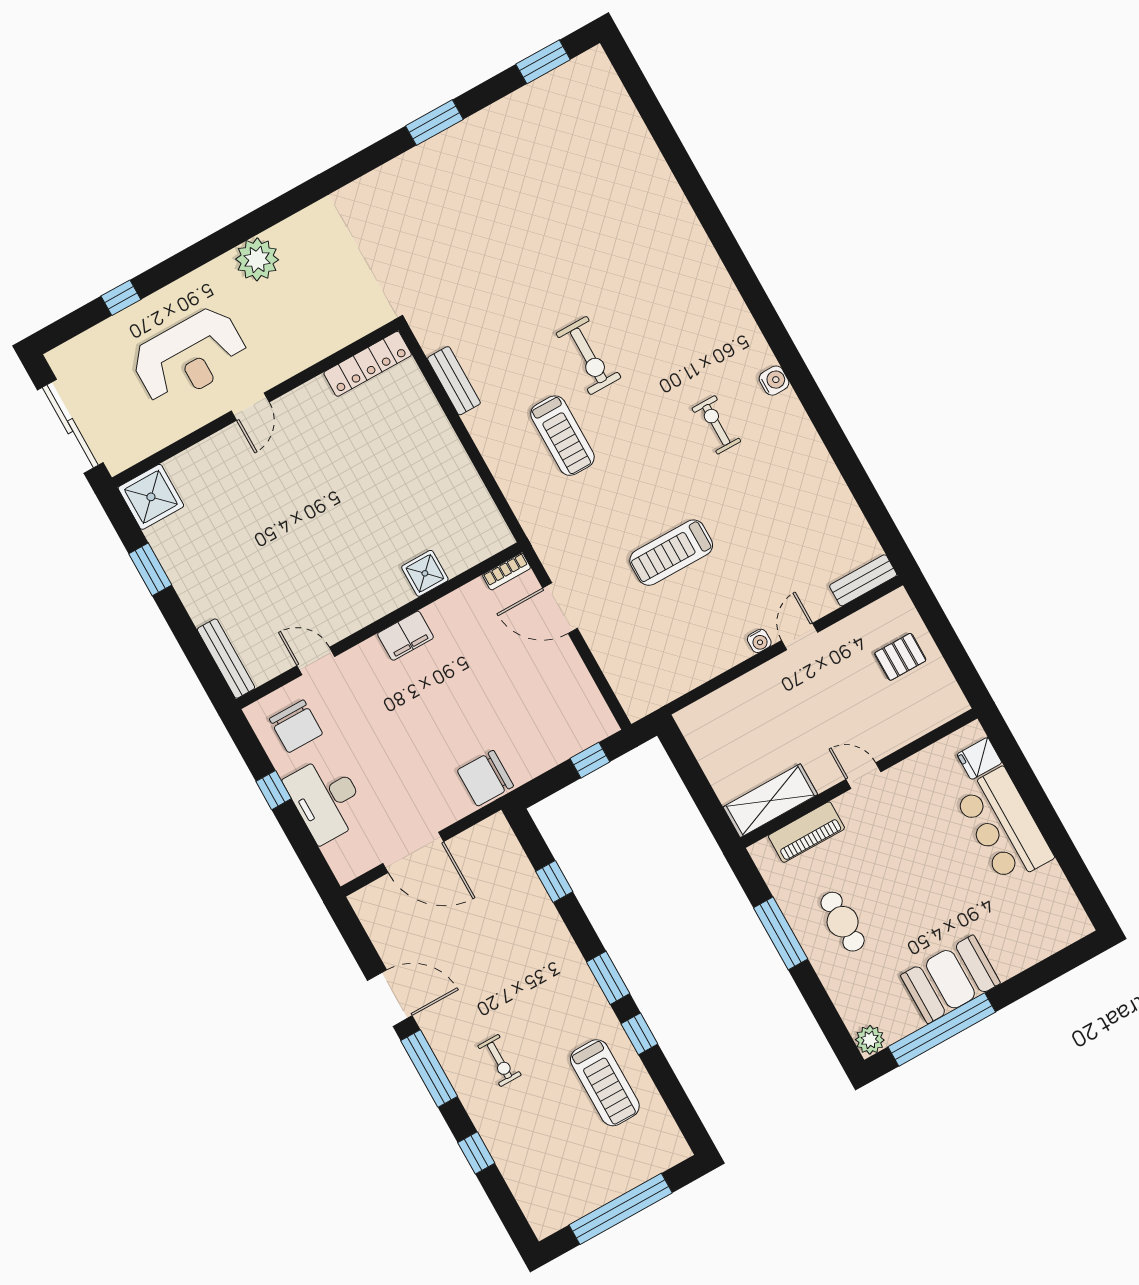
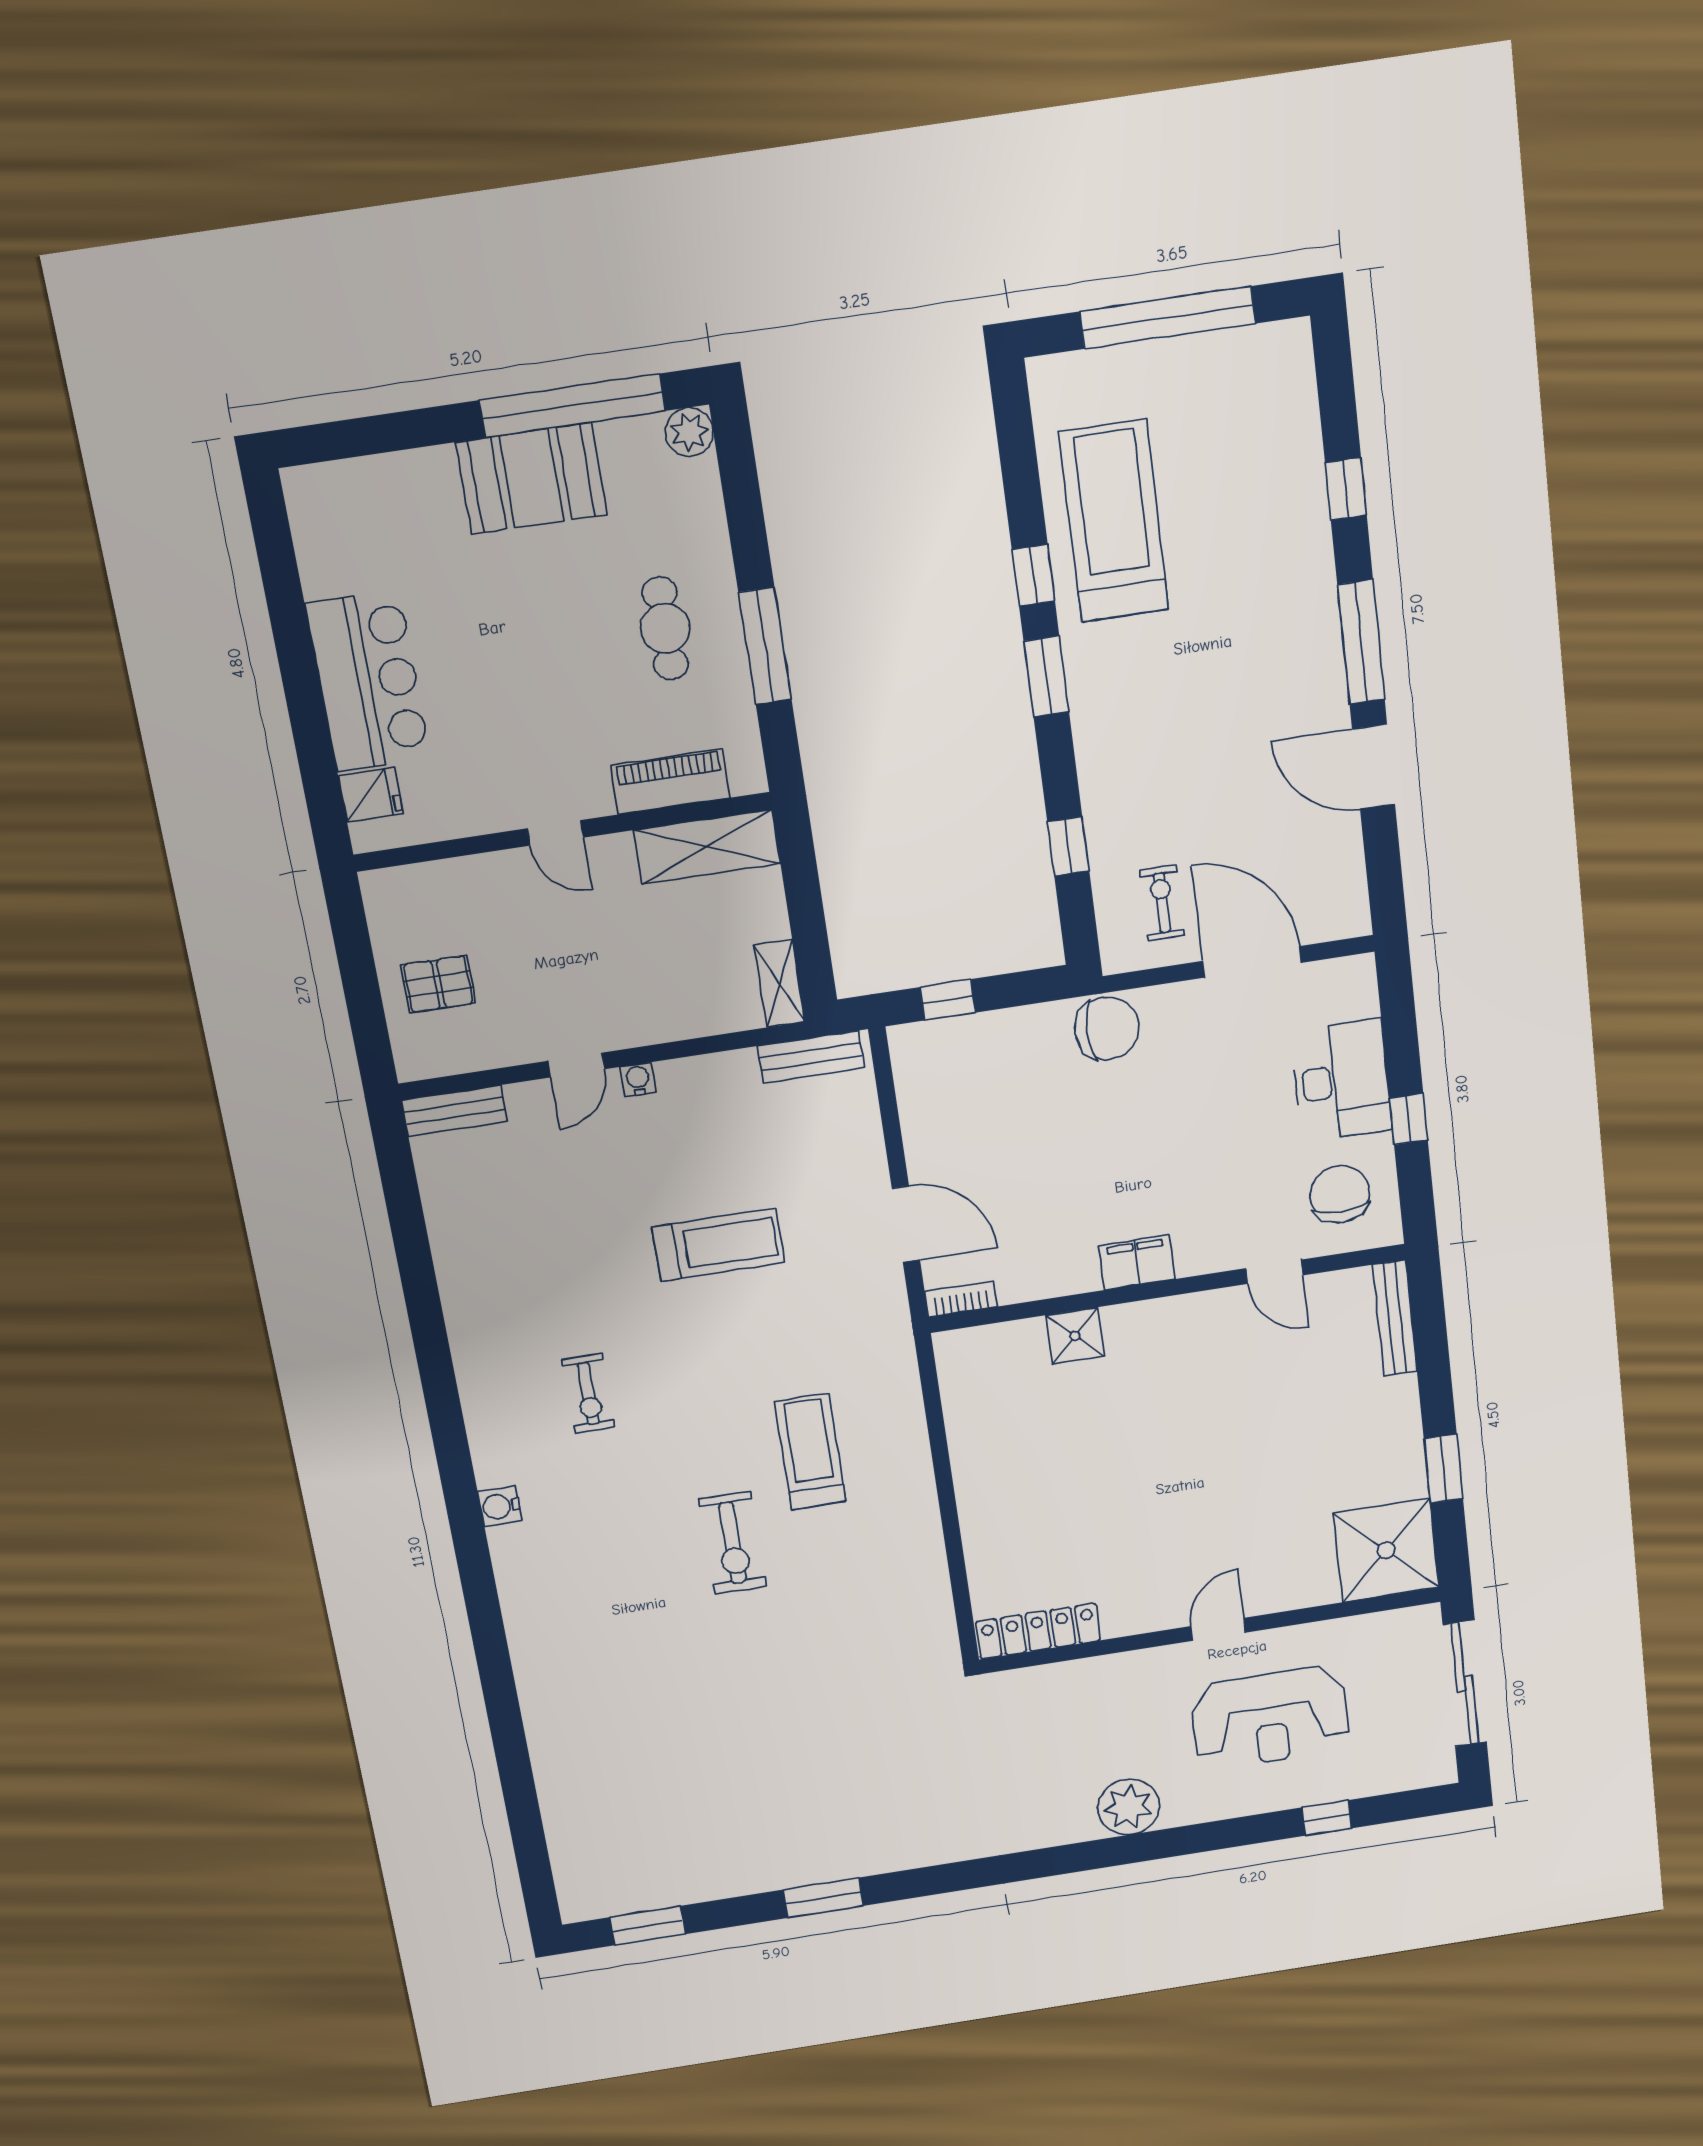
reception desk: (189, 356) -> (1270, 1718), turned 180
exercise bike: (588, 356) -> (732, 1543), turned 180
bench: (454, 381) -> (811, 1057), moved, turned 90
water cooler: (774, 381) -> (500, 1506), moved
shower: (151, 497) -> (1386, 1550), width x1.37, depth x1.37
shelving: (696, 733) -> (780, 983), added
exercise bike: (499, 1060) -> (1162, 903), moved
treadmill: (605, 1083) -> (1114, 521), width x1.37, depth x1.38

